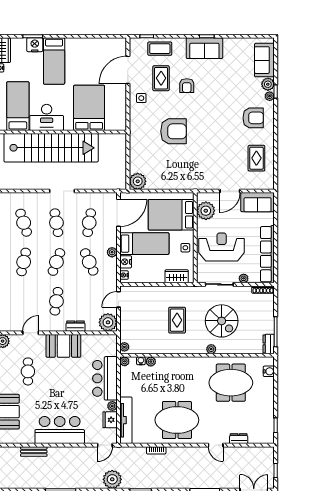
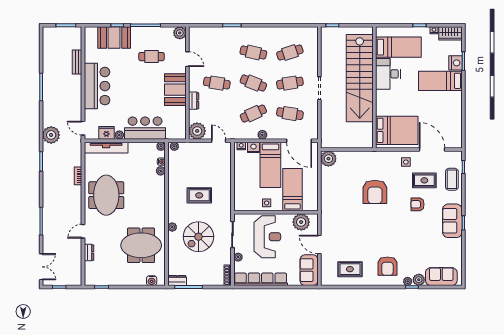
bed: (89, 108) -> (397, 130), moved
bed: (171, 215) -> (293, 190), width x0.67
wardrobe: (177, 276) -> (240, 195), removed
meeting table: (231, 383) -> (141, 245), turned 90

